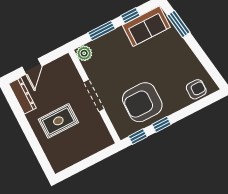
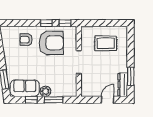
plant: (84, 53) -> (45, 91), moved
armchair: (196, 89) -> (26, 40), moved
window: (18, 112) -> (131, 76), added
rug: (58, 121) -> (106, 43), moved

